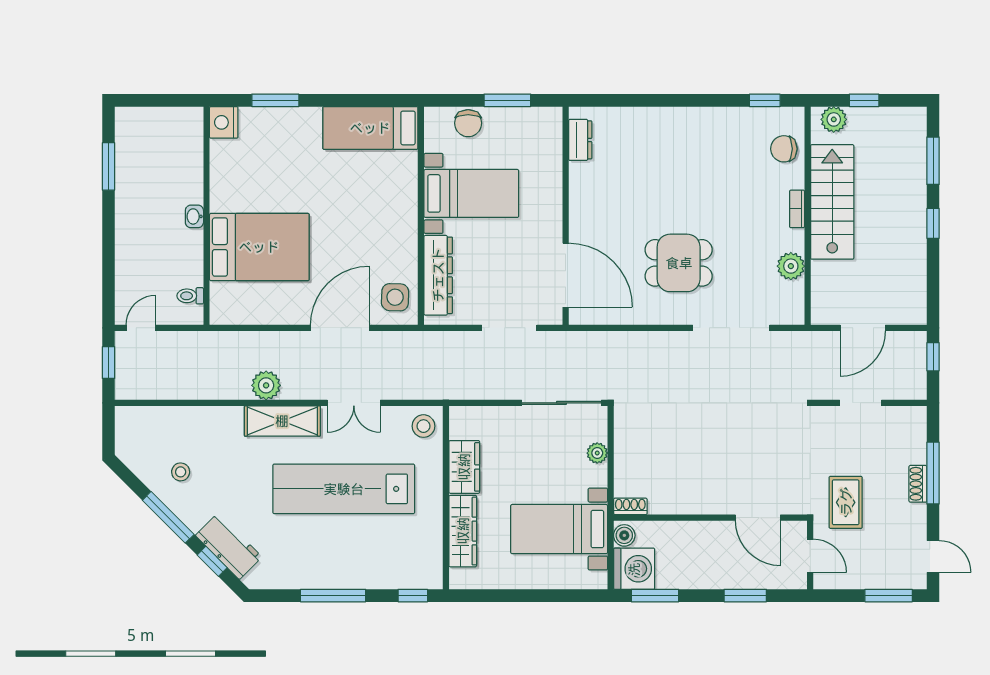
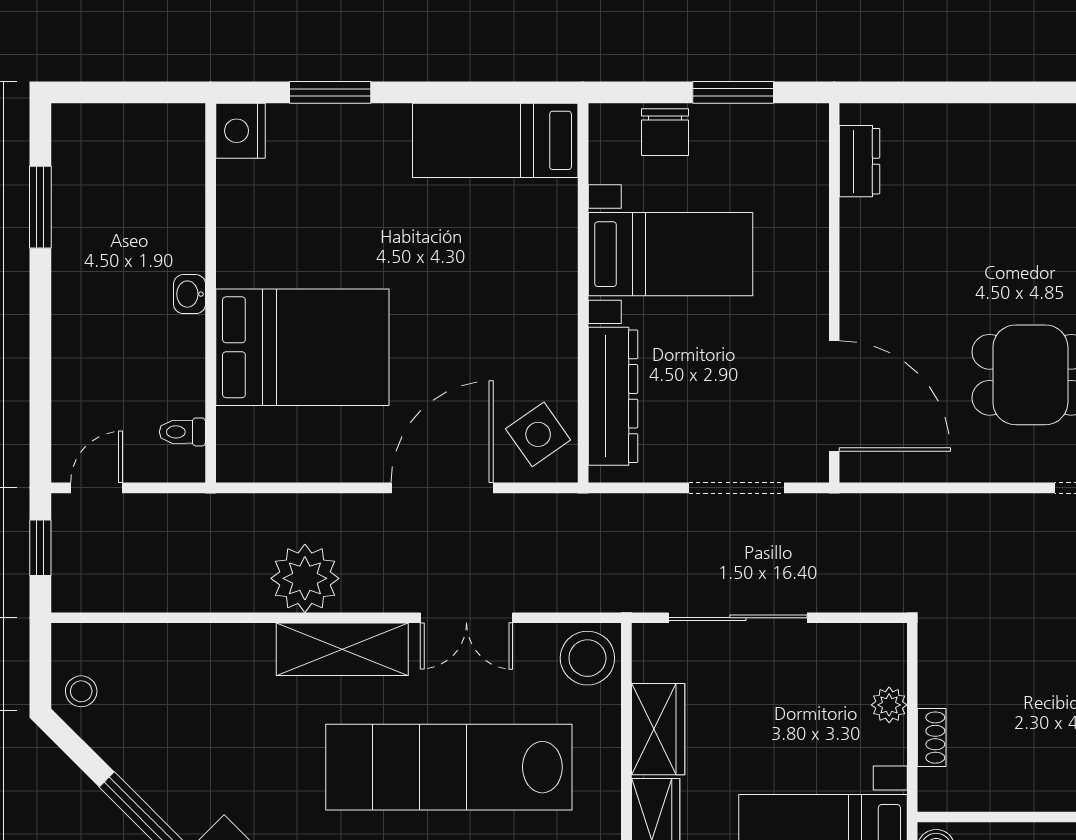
side table: (395, 297) -> (538, 434), turned -37
plant: (266, 385) -> (305, 578), width x1.36, depth x1.36
sliding door: (561, 403) -> (738, 618), moved
stool: (423, 426) -> (587, 658), width x1.38, depth x1.38
stool: (181, 472) -> (81, 691), moved
shoe rack: (630, 506) -> (932, 738), moved, turned 90

